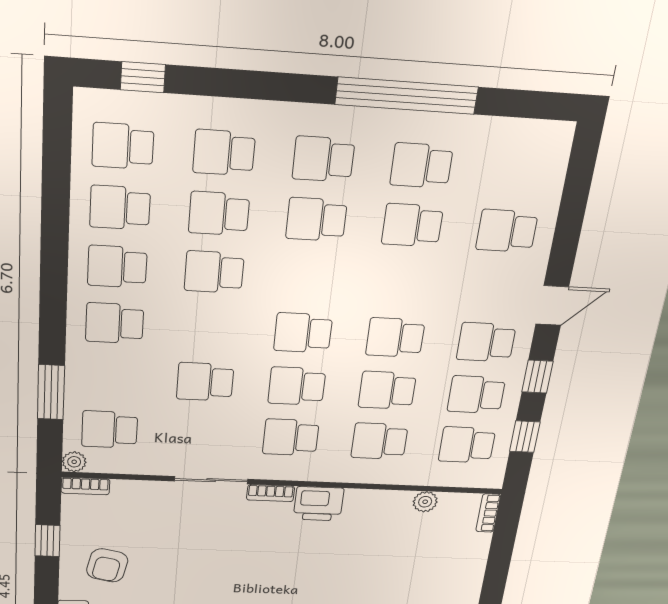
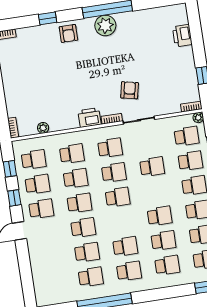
school desk: (507, 231) -> (83, 228), moved
school desk: (112, 377) -> (190, 161), added
armchair: (107, 565) -> (130, 90), moved

